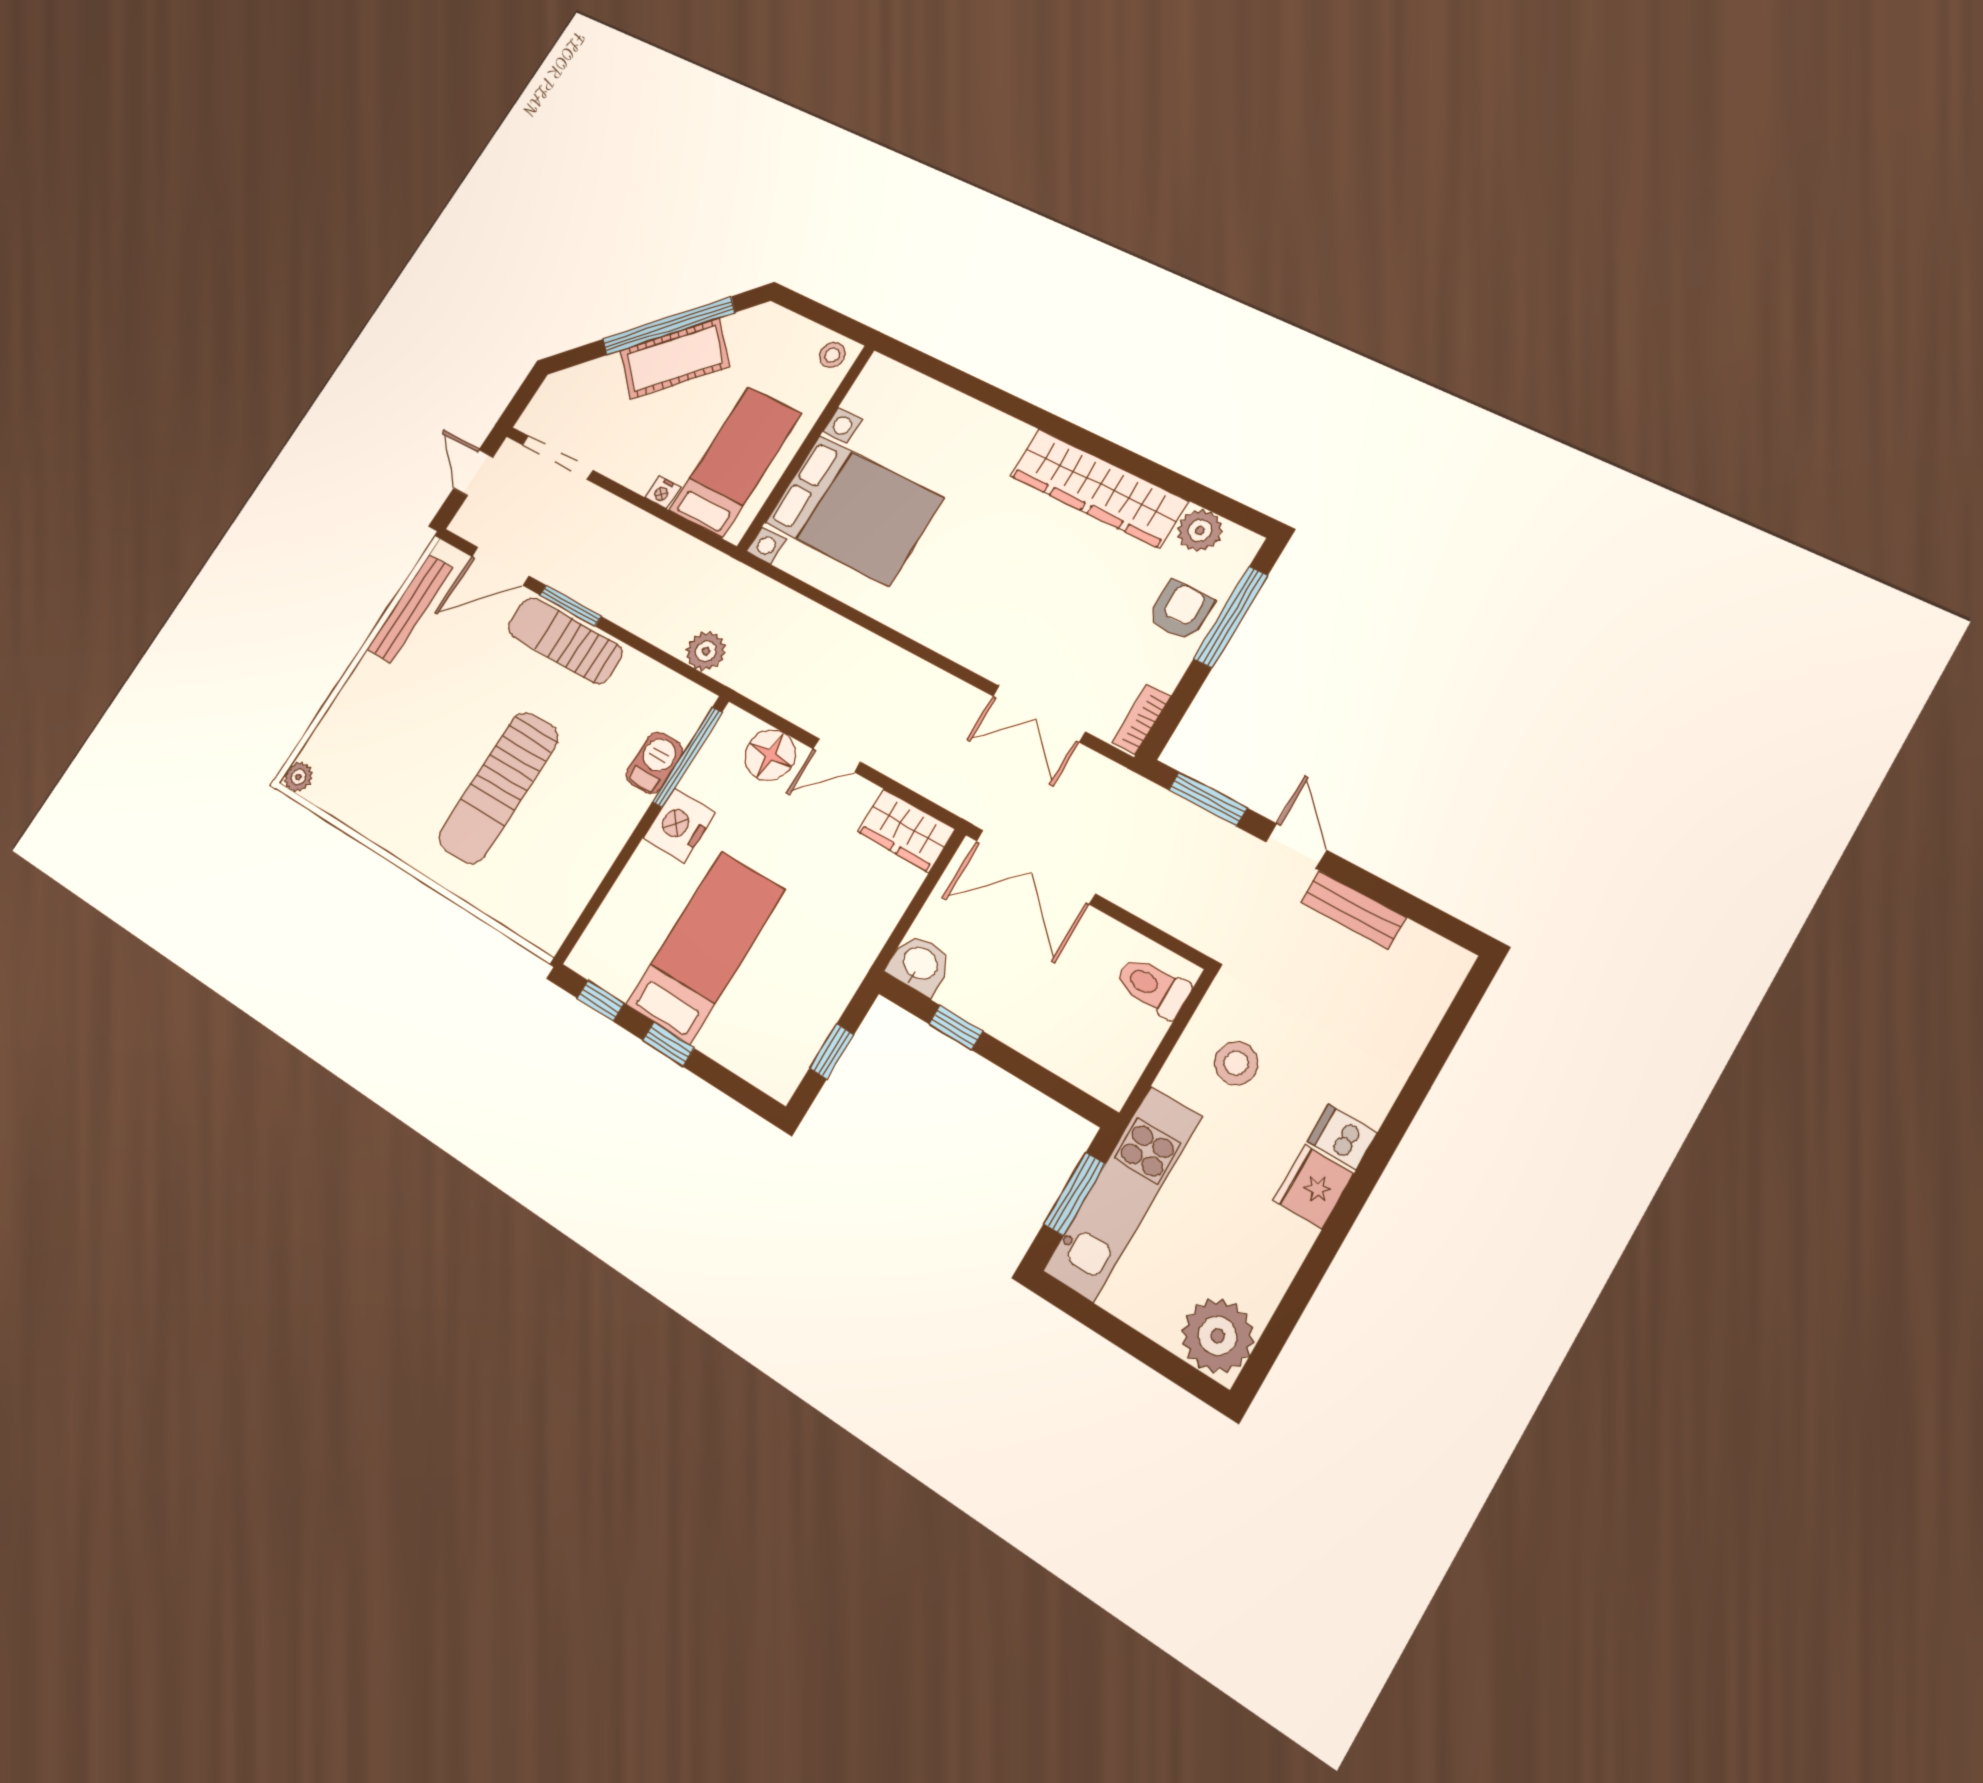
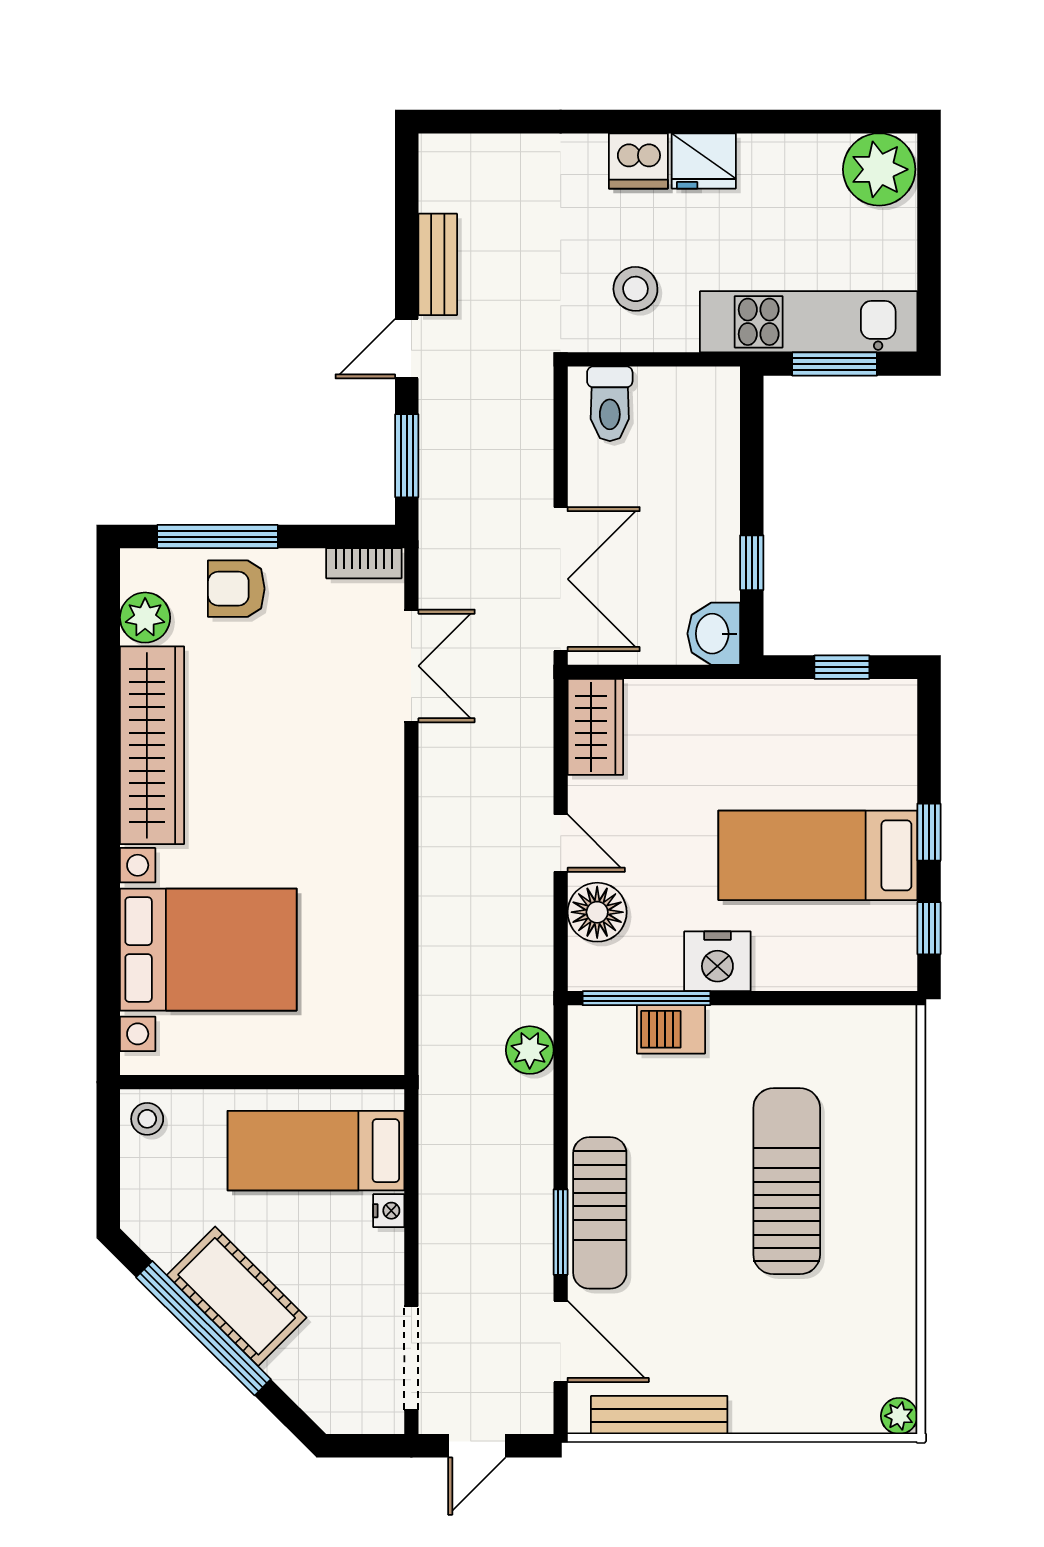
bed with nightstands: (854, 510) -> (208, 950), moved, turned 90
sun lounger: (499, 788) -> (787, 1181), turned -90
dishwasher: (1342, 1137) -> (638, 161), width x1.38

